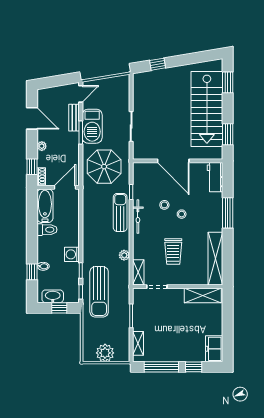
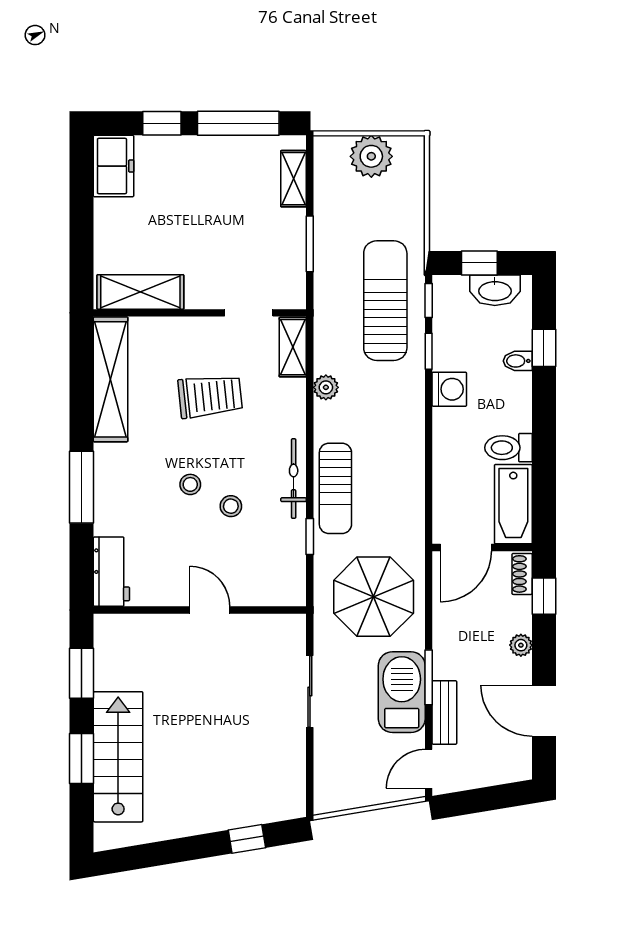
window: (228, 82) -> (82, 758), moved
stairs: (207, 109) -> (118, 757), width x0.73, depth x0.66
door: (173, 161) -> (210, 610), width x0.53
trolley: (173, 251) -> (210, 396), turned 84

